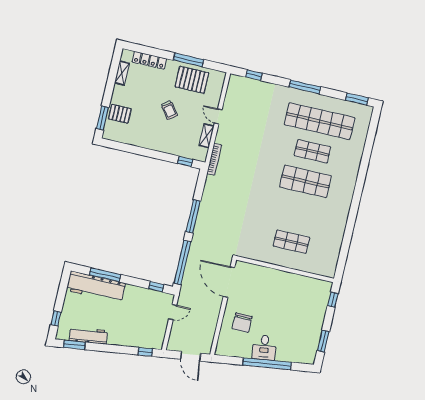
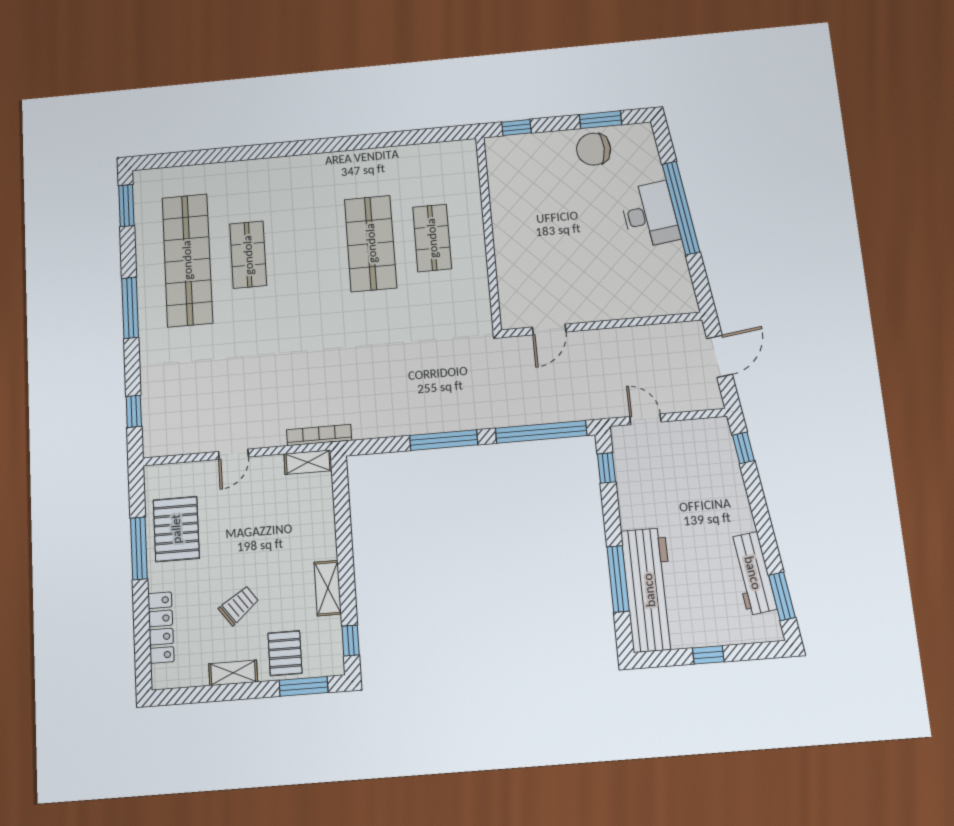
shelving: (122, 73) -> (233, 673), moved
trolley: (169, 110) -> (239, 605), moved
shelving: (207, 136) -> (308, 462), moved
shelving: (143, 142) -> (328, 588), added
window: (185, 161) -> (351, 641), moved
shop shelf: (305, 181) -> (371, 243), moved
door: (229, 282) -> (549, 330), width x0.53
window: (56, 318) -> (708, 655), moved
chair: (242, 323) -> (594, 149), moved, turned 180
desk: (264, 347) -> (650, 215), width x1.37

